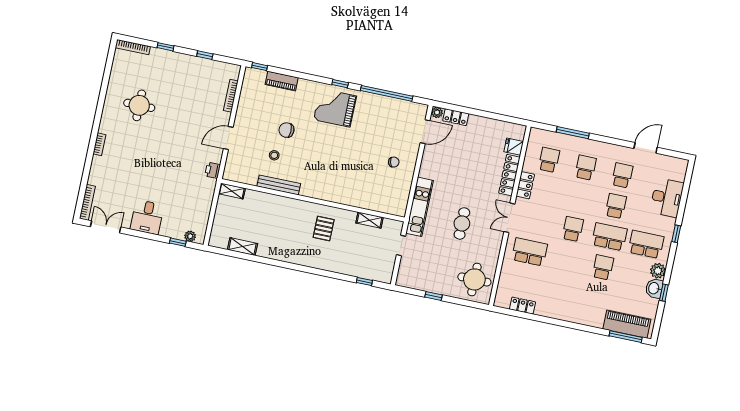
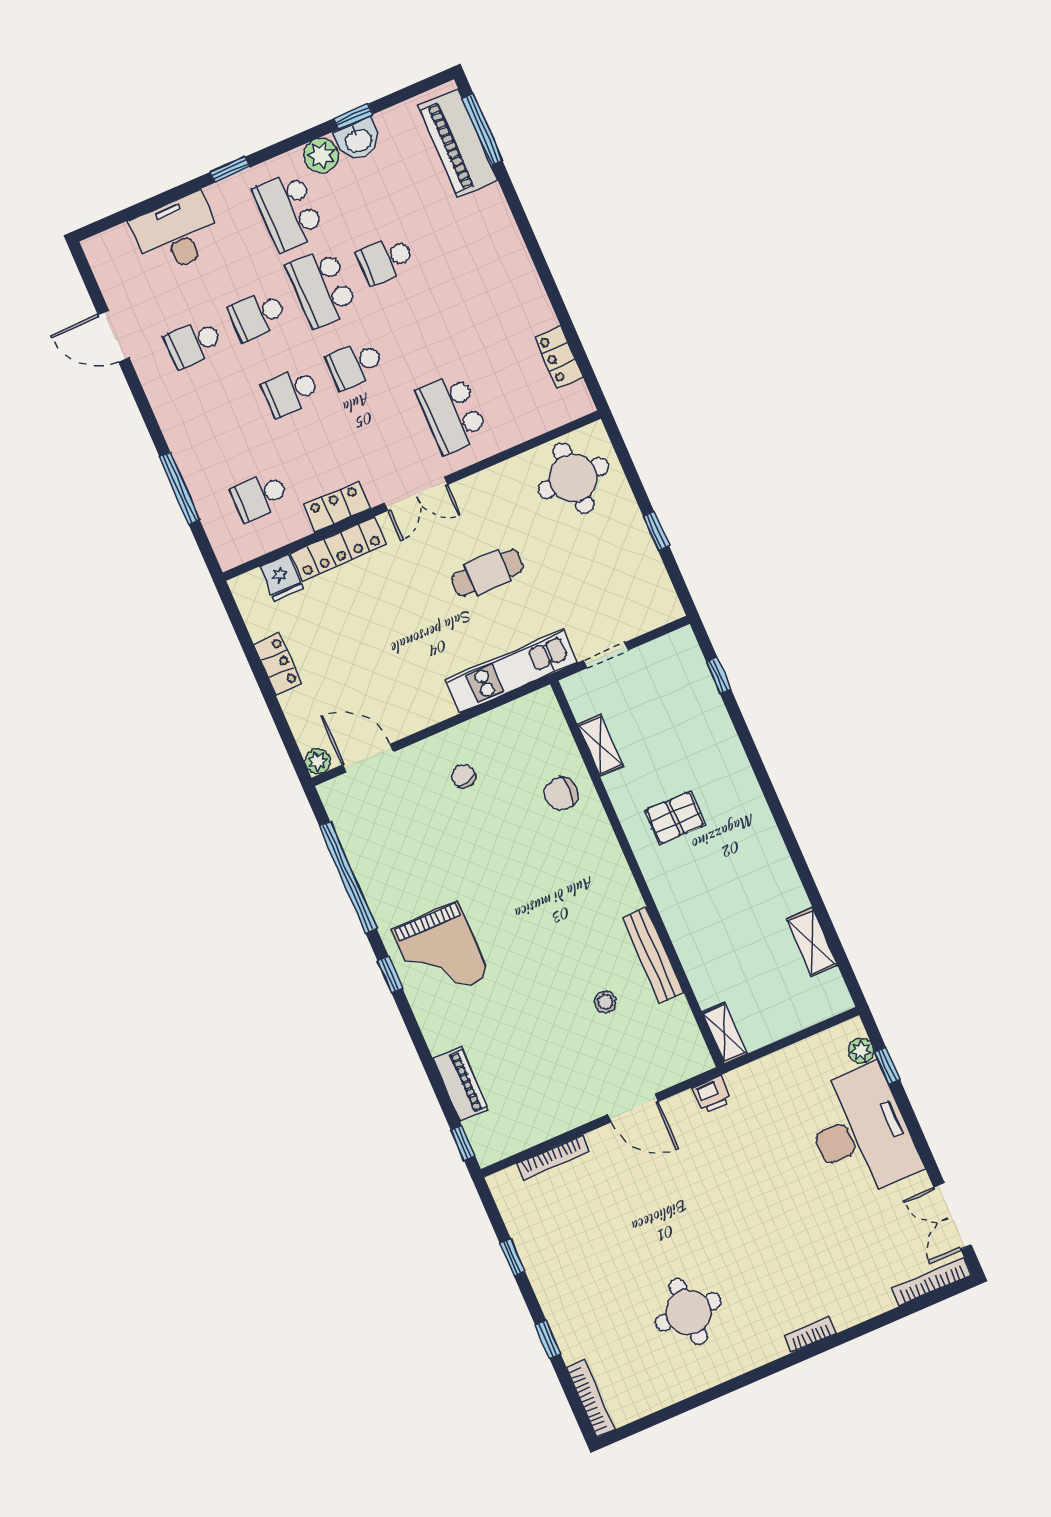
locker: (456, 117) -> (278, 664), moved
chair: (286, 130) -> (561, 793), moved, turned 90
school desk: (586, 168) -> (291, 392), moved
desk: (147, 217) -> (861, 1132), width x1.87, depth x1.30

